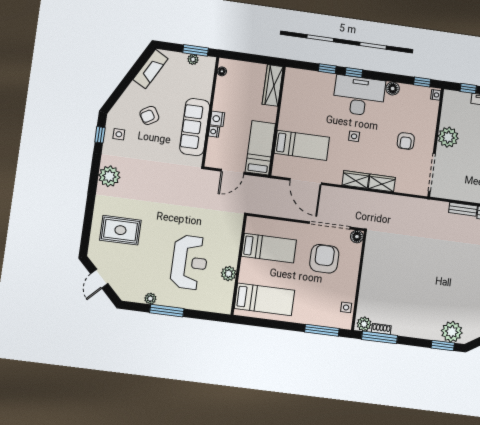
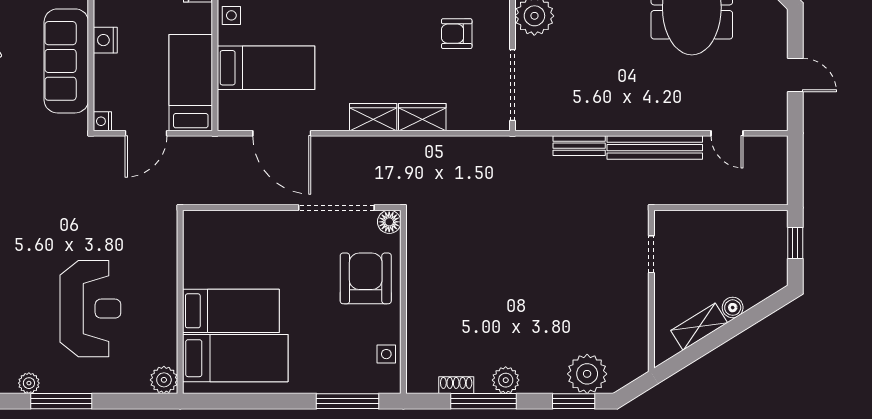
nightstand: (214, 132) -> (102, 121), moved
side table: (354, 136) -> (231, 15), moved
armchair: (406, 141) -> (457, 34), turned 90
bed: (269, 248) -> (231, 311), moved
armchair: (324, 259) -> (366, 278), moved
plant: (229, 274) -> (164, 380), moved
plant: (364, 324) -> (506, 380), moved
window: (380, 337) -> (483, 401), moved

